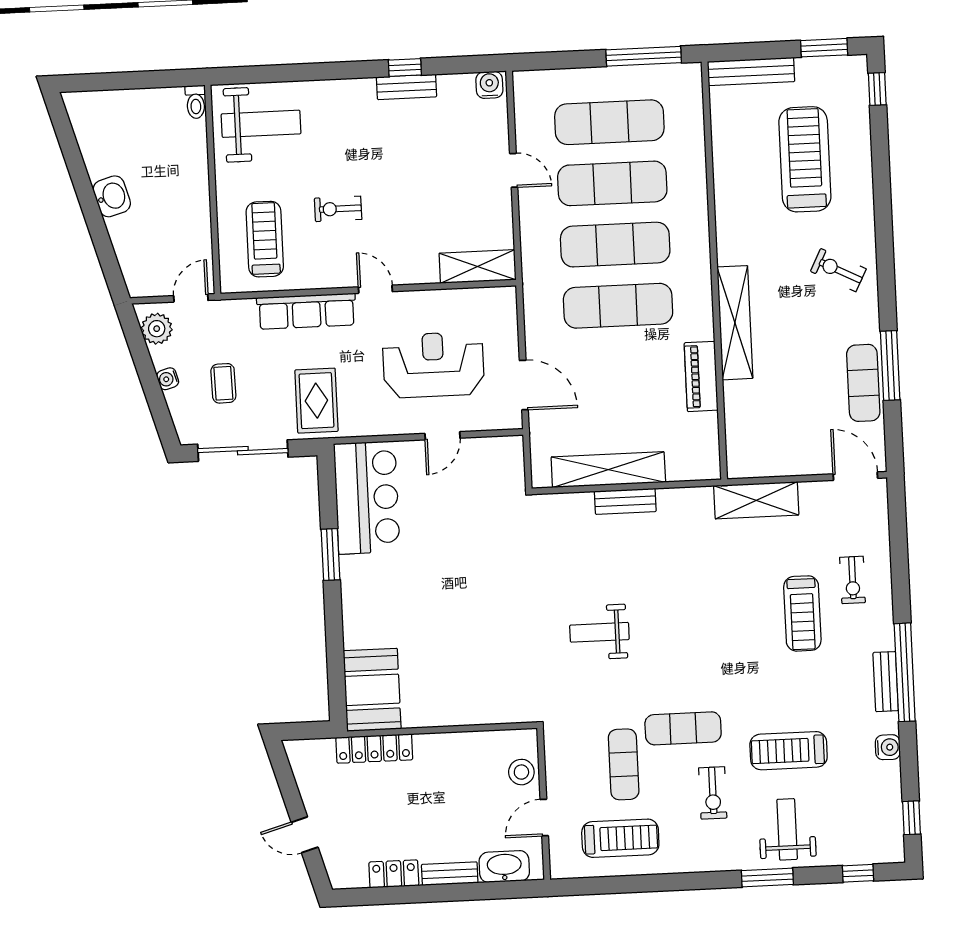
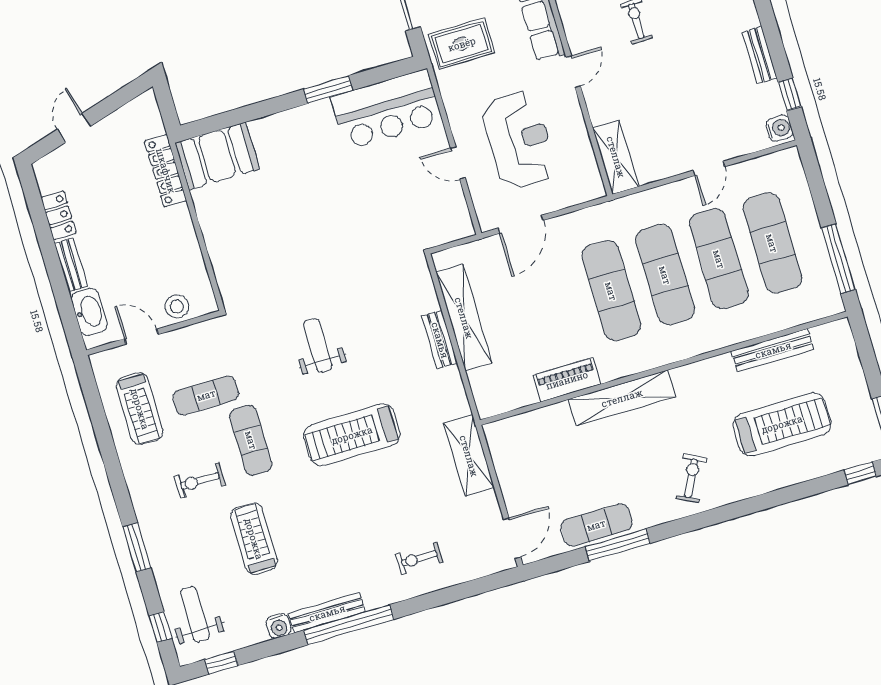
window: (405, 67) -> (790, 94), moved
bench: (751, 71) -> (773, 350), moved, turned 90
treadmill: (802, 613) -> (352, 435), moved, width x1.37, depth x1.38
bench: (886, 682) -> (327, 613), width x1.36
weight bench: (787, 829) -> (195, 614), moved, turned -90

